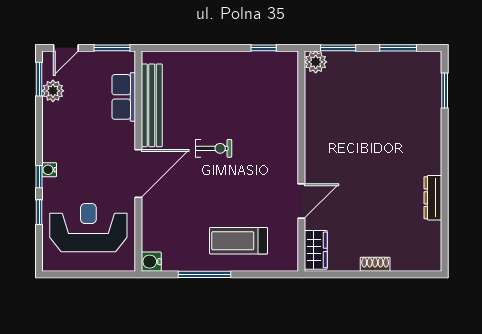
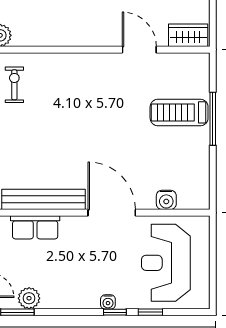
exercise bike: (214, 148) -> (14, 85), moved
treadmill: (239, 241) -> (179, 112), turned 90
water cooler: (151, 262) -> (166, 200), moved
window: (204, 274) -> (213, 119), moved

